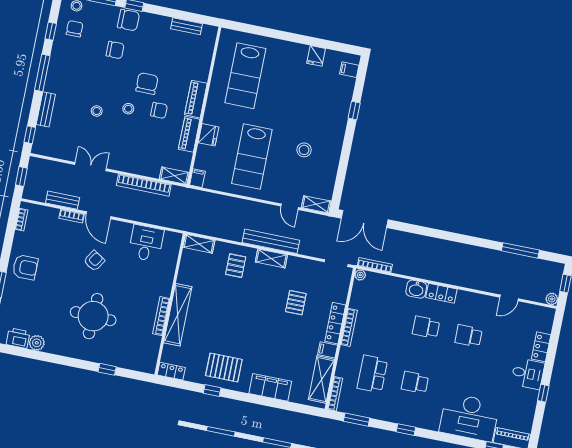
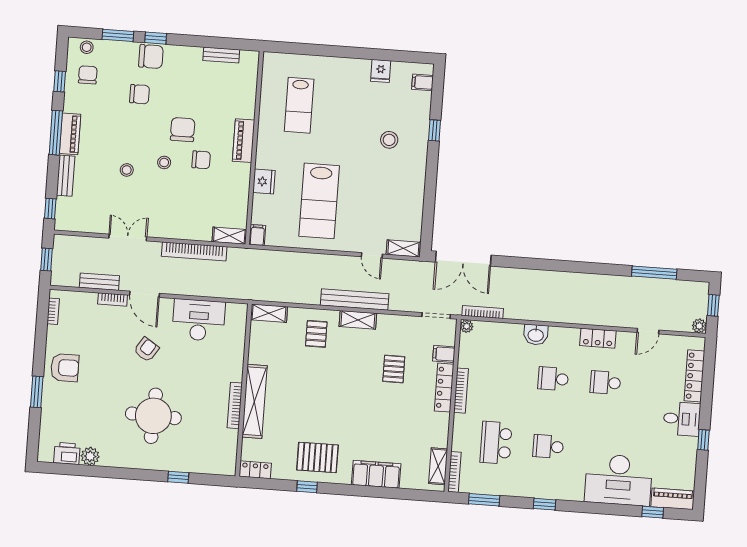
lab bench: (245, 76) -> (299, 105), width x0.73, depth x0.72
piano: (189, 134) -> (70, 134), moved, turned 180
stool: (304, 150) -> (389, 140), moved
desk: (146, 243) -> (199, 320), width x1.37
locker: (441, 293) -> (598, 338), moved
locker: (541, 347) -> (694, 376), width x1.53
filing cabinet: (328, 350) -> (444, 354), moved
shelving: (322, 379) -> (438, 466), width x0.67, depth x0.75

